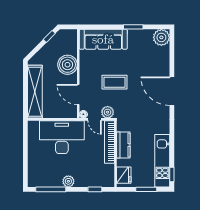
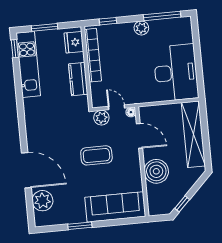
plant: (161, 37) -> (42, 201), moved
door: (172, 91) -> (26, 170), moved
desk: (62, 137) -> (176, 73), moved, turned -90
bookcase: (110, 142) -> (93, 55), moved

